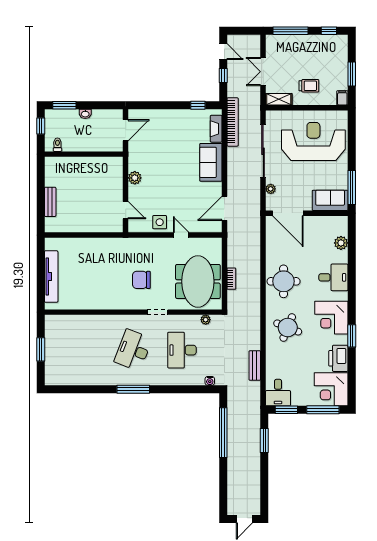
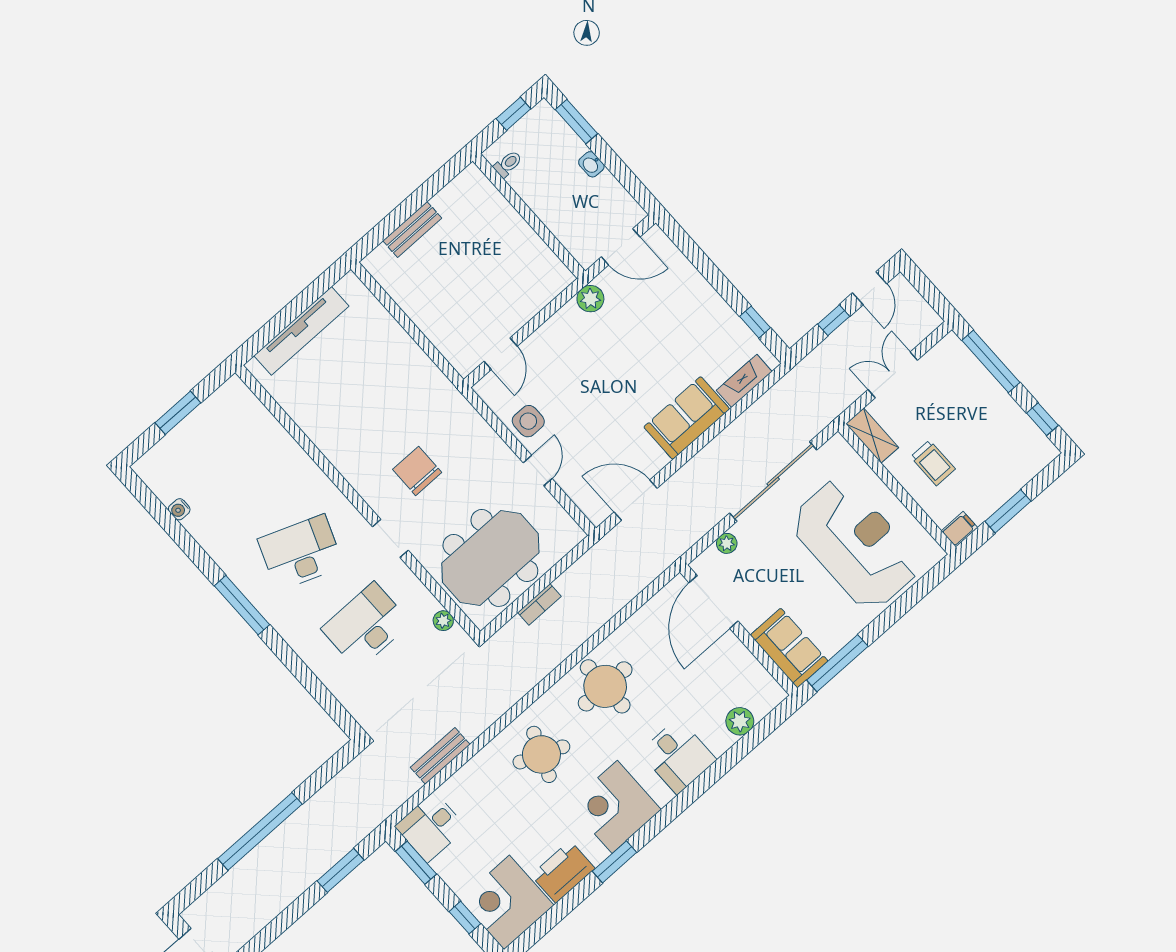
bookcase: (233, 122) -> (776, 397), removed
plant: (135, 178) -> (590, 299), moved
water cooler: (210, 381) -> (179, 509), moved
window: (323, 410) -> (465, 918), width x0.46
window: (223, 433) -> (260, 831), moved

